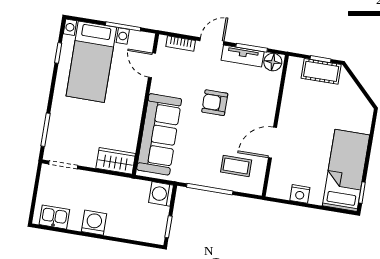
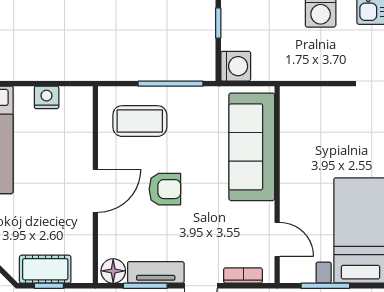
armchair: (215, 103) -> (165, 189), moved
door: (273, 143) -> (95, 191), moved
wardrobe: (116, 161) -> (305, 101), removed
coffee table: (236, 166) -> (140, 121), width x1.36, depth x1.30

